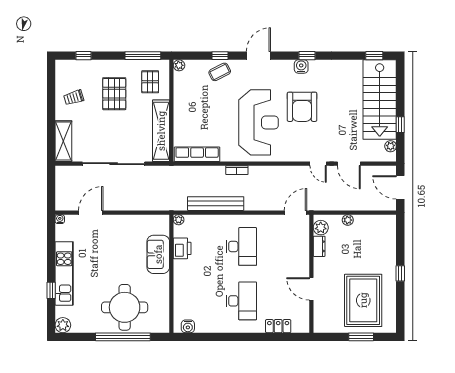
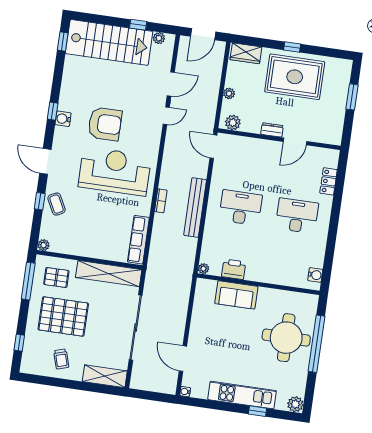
pallet: (114, 94) -> (63, 316), width x1.37, depth x1.41
bench: (216, 204) -> (195, 207), moved
wardrobe: (388, 231) -> (246, 53), added
dresser: (319, 246) -> (272, 130), moved
rug: (363, 300) -> (295, 77), moved

